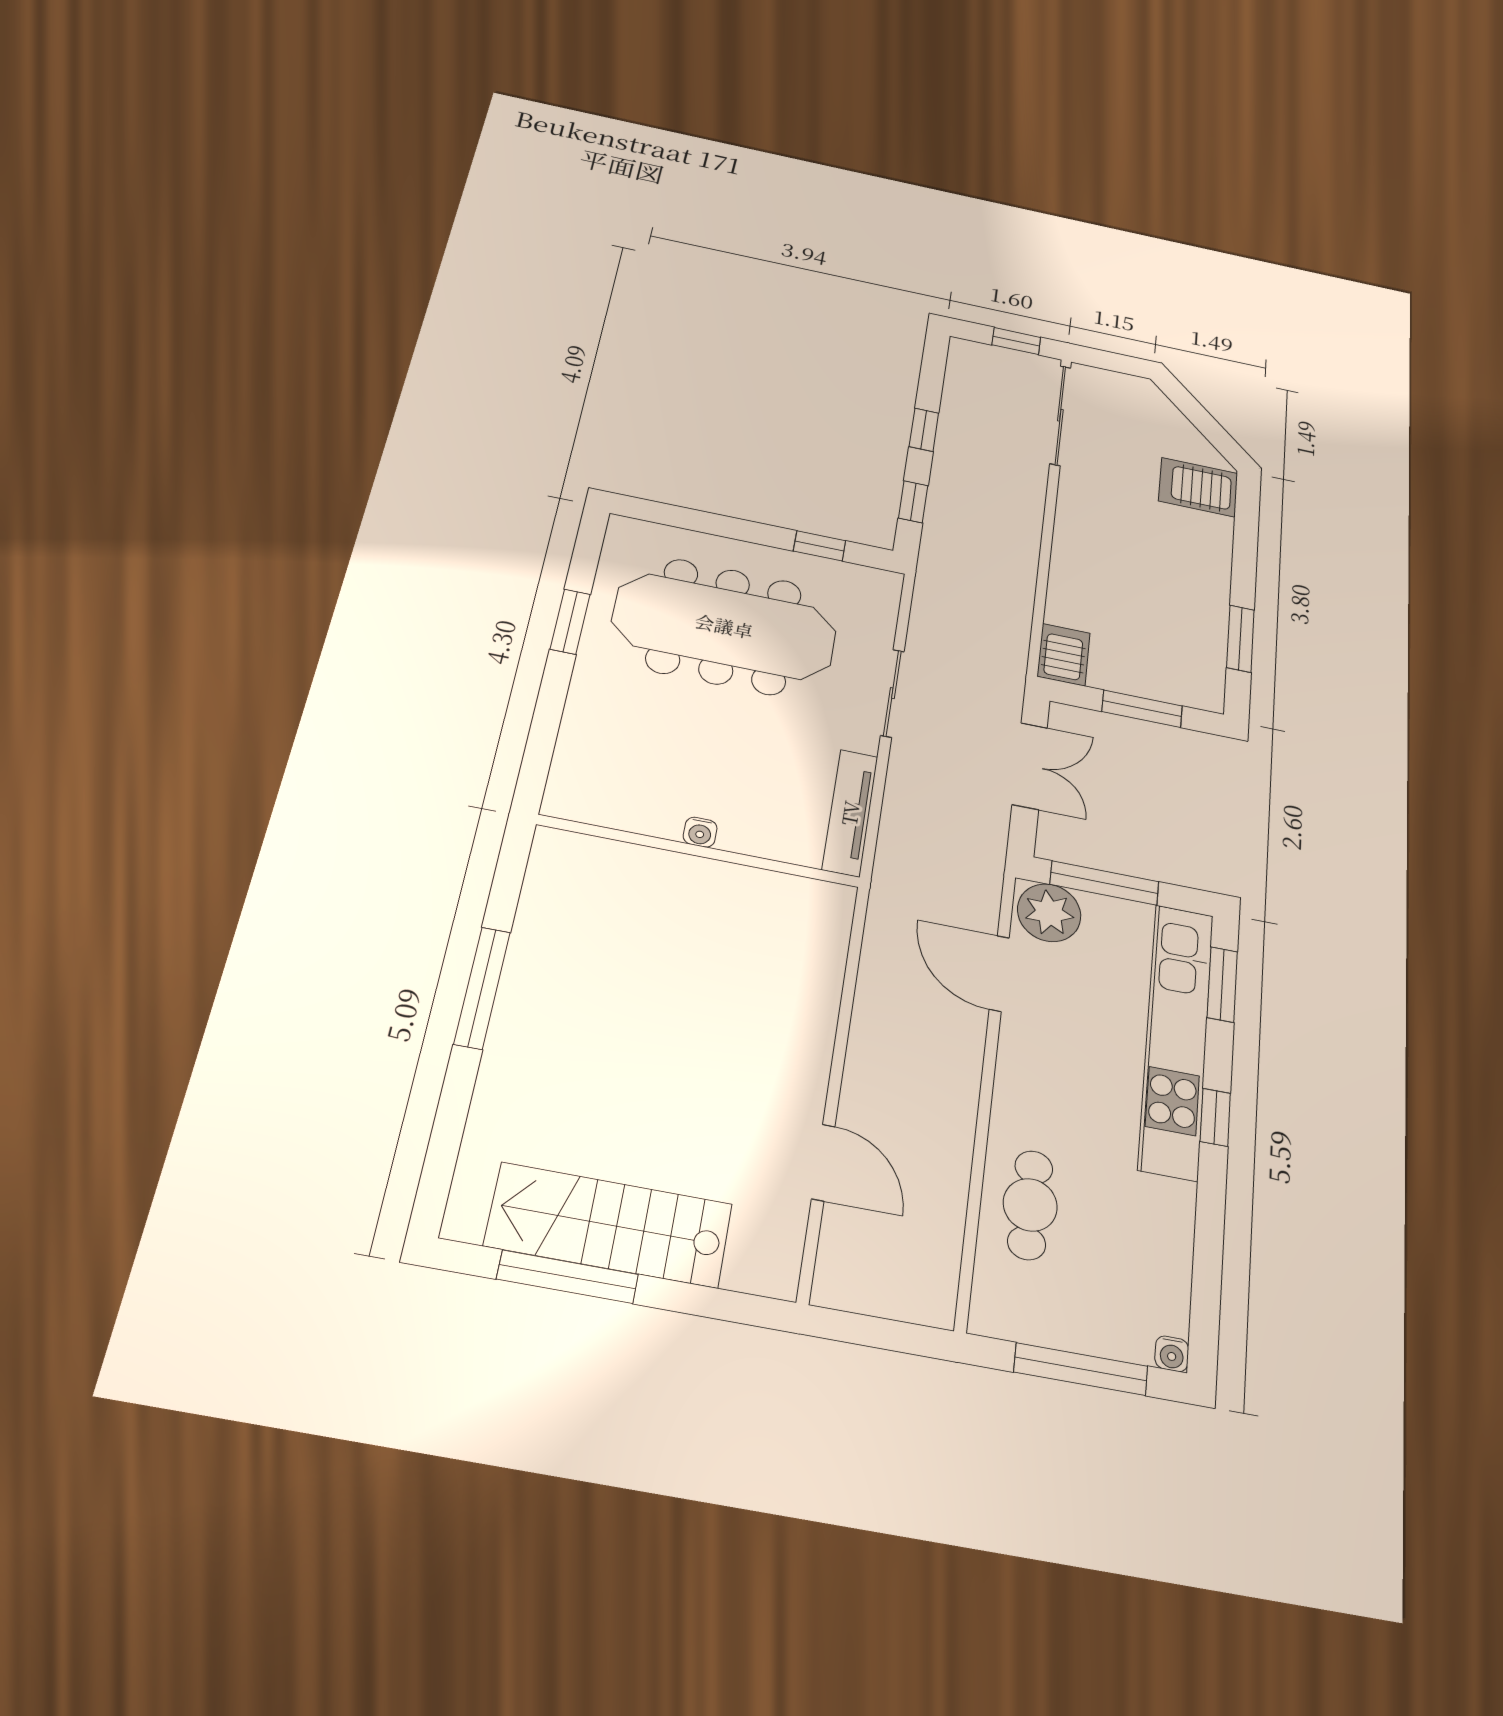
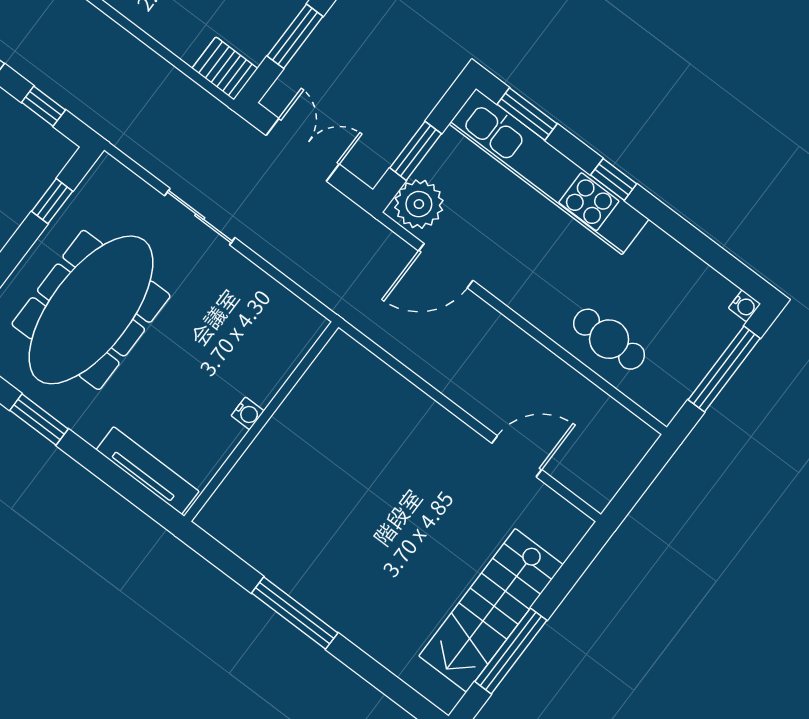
tv unit: (850, 813) -> (148, 471), moved, turned 180
window: (1104, 883) -> (416, 151), width x0.69

